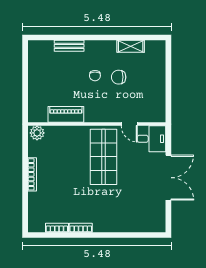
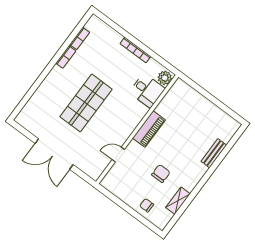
chair: (95, 76) -> (147, 205), moved
piano: (66, 114) -> (149, 129), moved
desk: (151, 139) -> (147, 91), moved, turned -90
shop shelf: (103, 157) -> (86, 103), moved, turned 90

